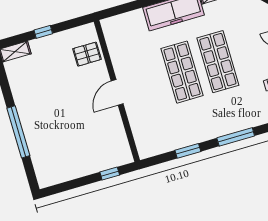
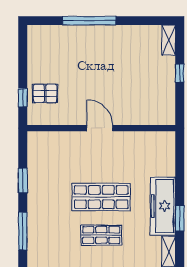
pallet: (87, 54) -> (45, 93), moved, turned 90
shop shelf: (218, 62) -> (101, 235), width x0.70, depth x0.74

